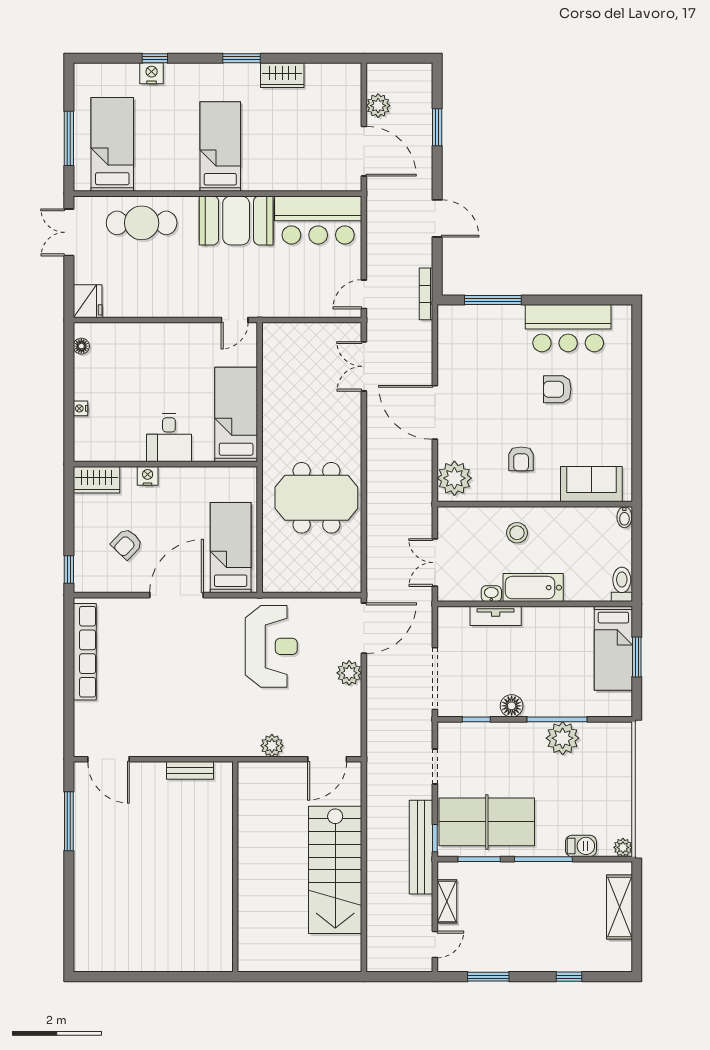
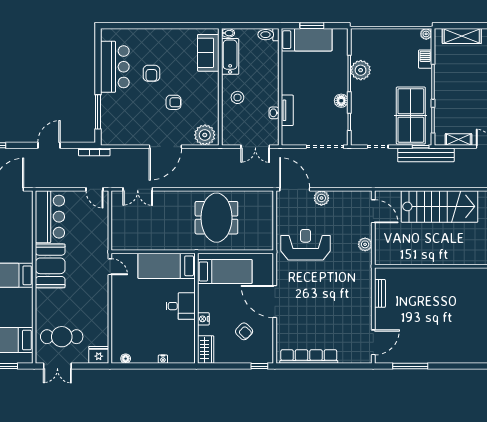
cafe table: (142, 223) -> (62, 337), moved, turned 90
armchair: (521, 459) -> (173, 102), moved
bed: (231, 548) -> (225, 271), moved, turned 180
bathtub: (533, 588) -> (230, 56), moved, turned 180

